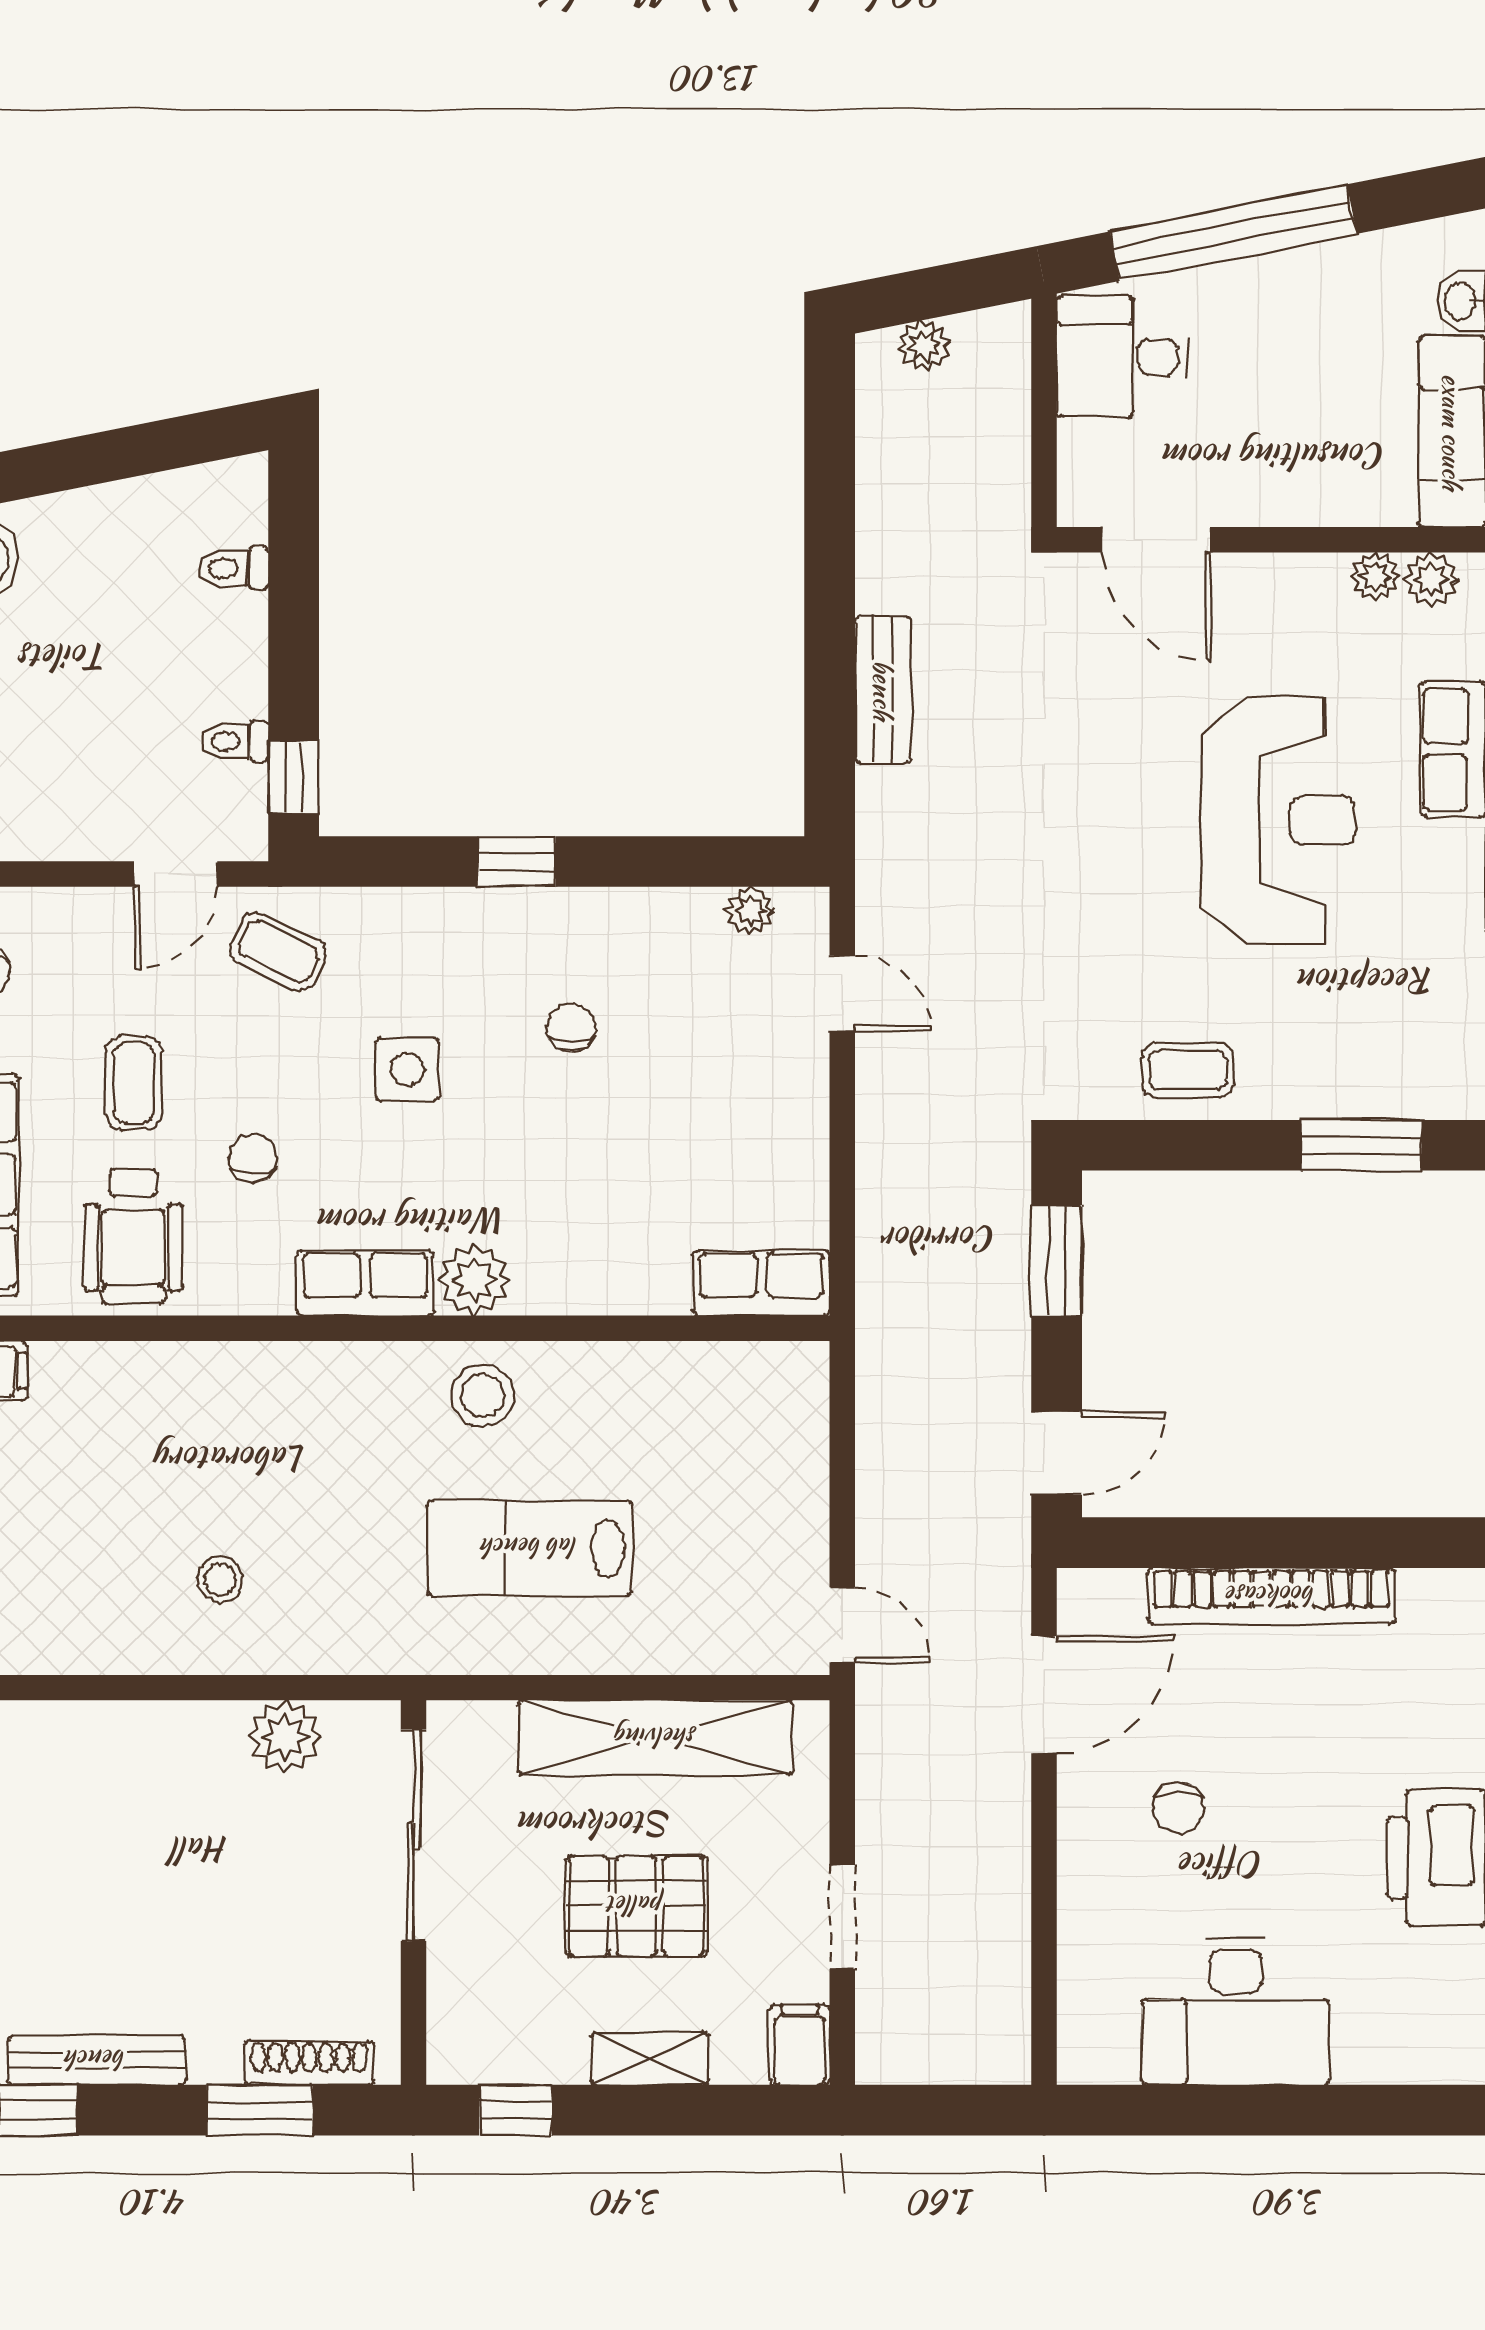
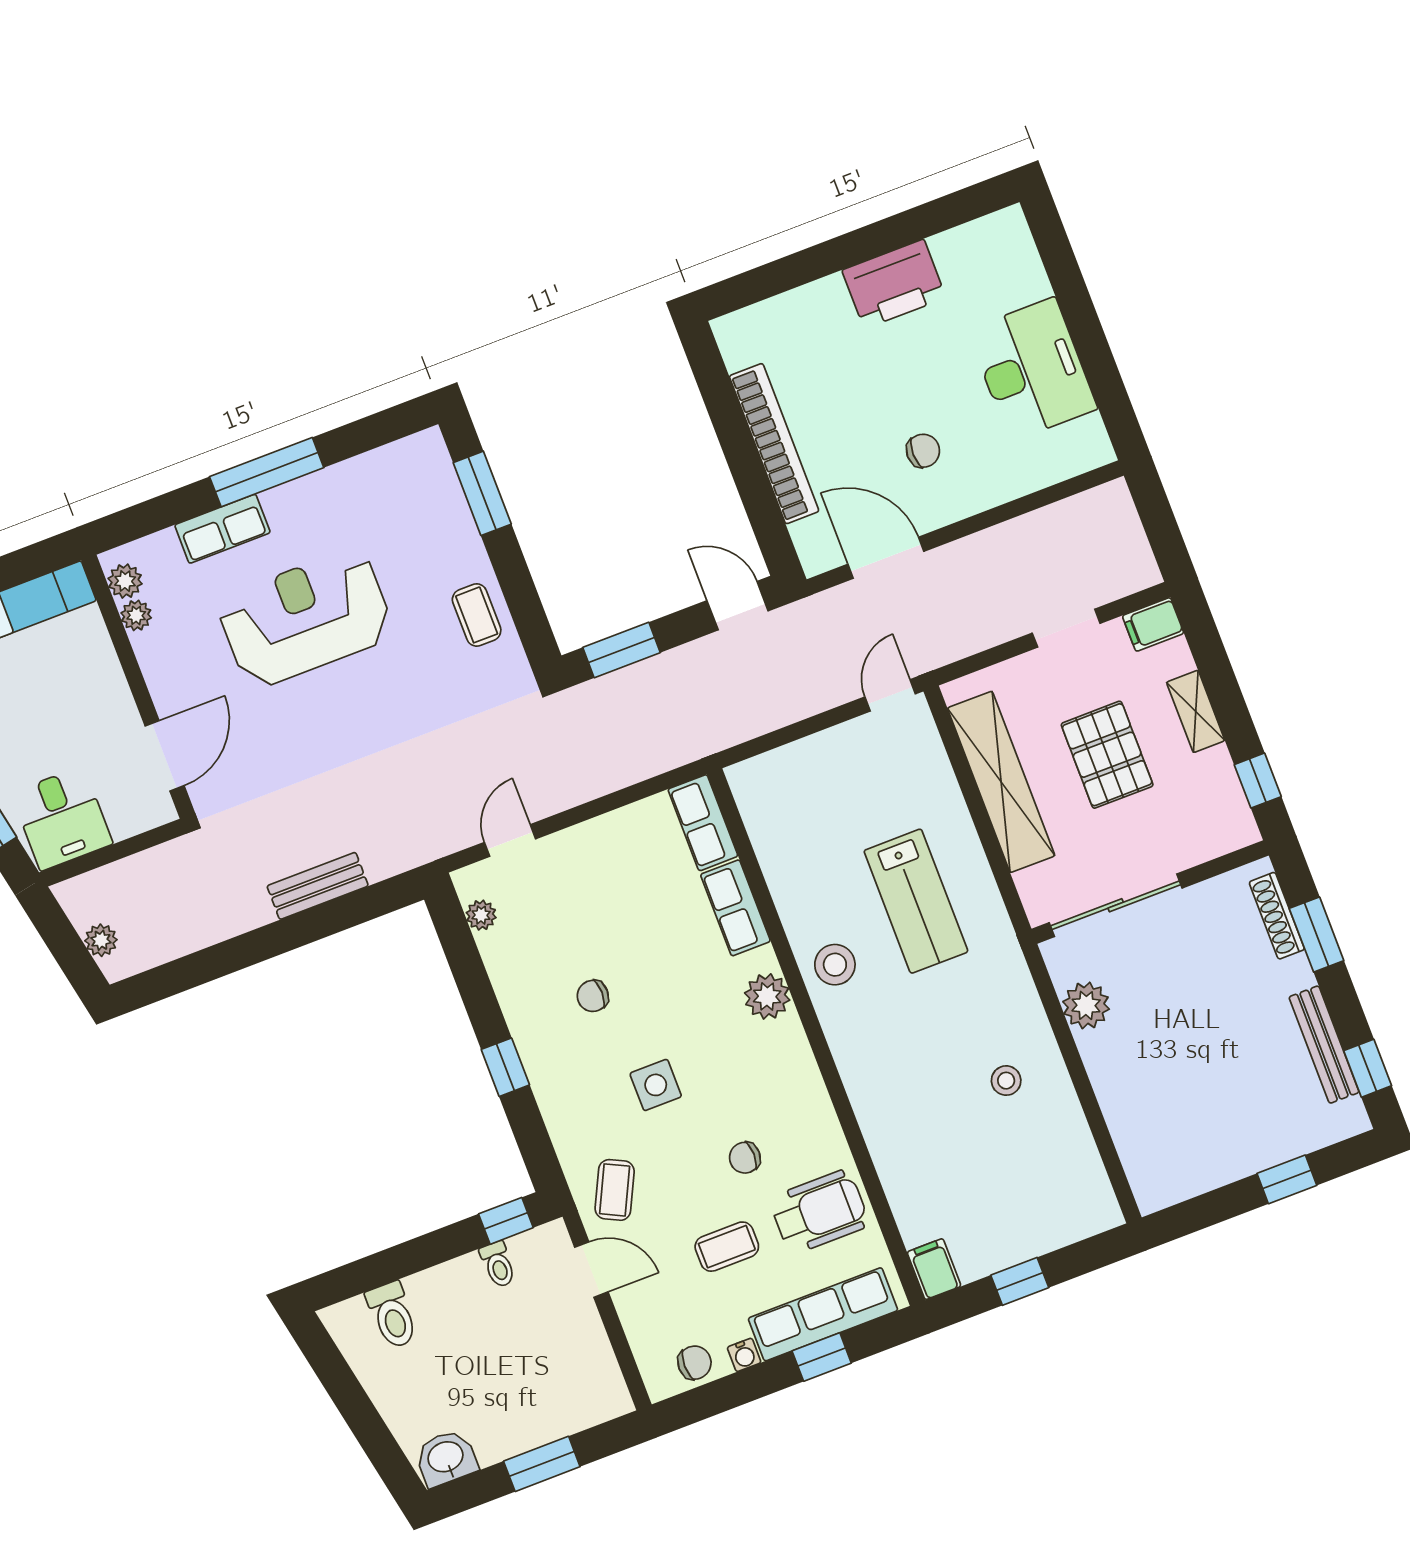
toilet: (233, 568) -> (392, 1315), width x1.37, depth x1.39
row of seats: (365, 1283) -> (735, 908), moved

